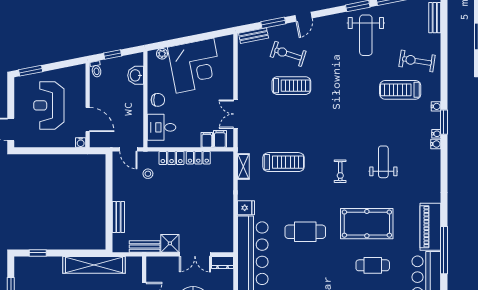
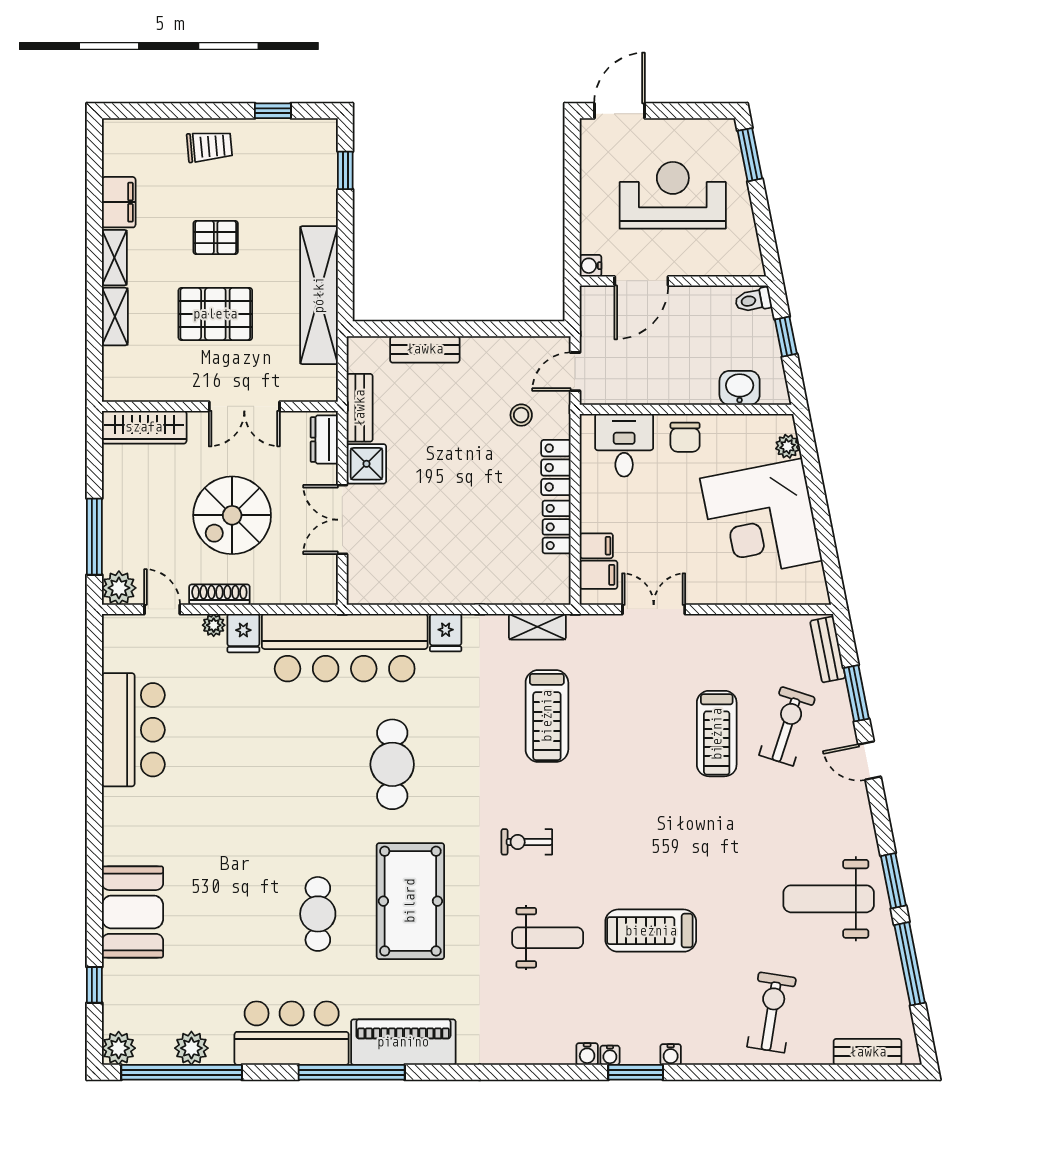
treadmill: (400, 90) -> (651, 931), moved, turned -90
dresser: (223, 262) -> (324, 440), moved

